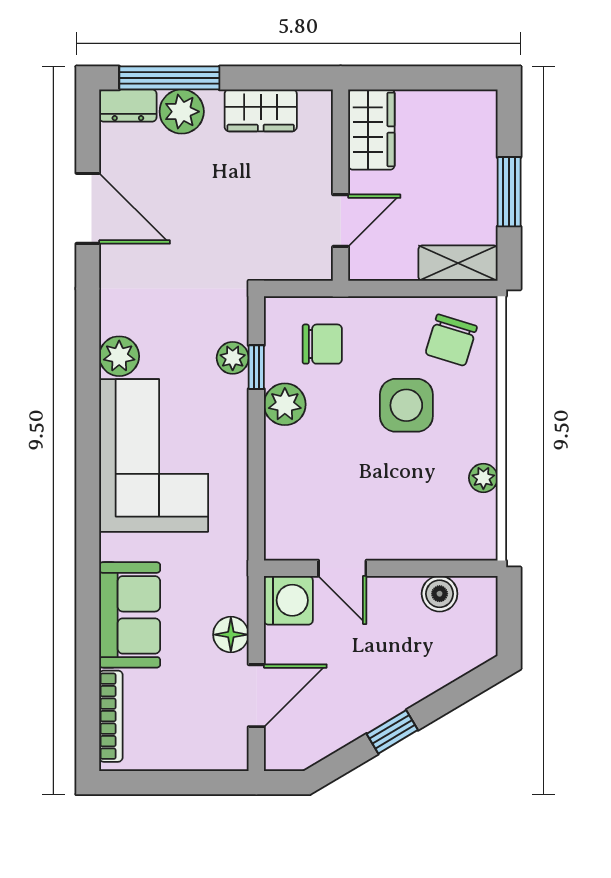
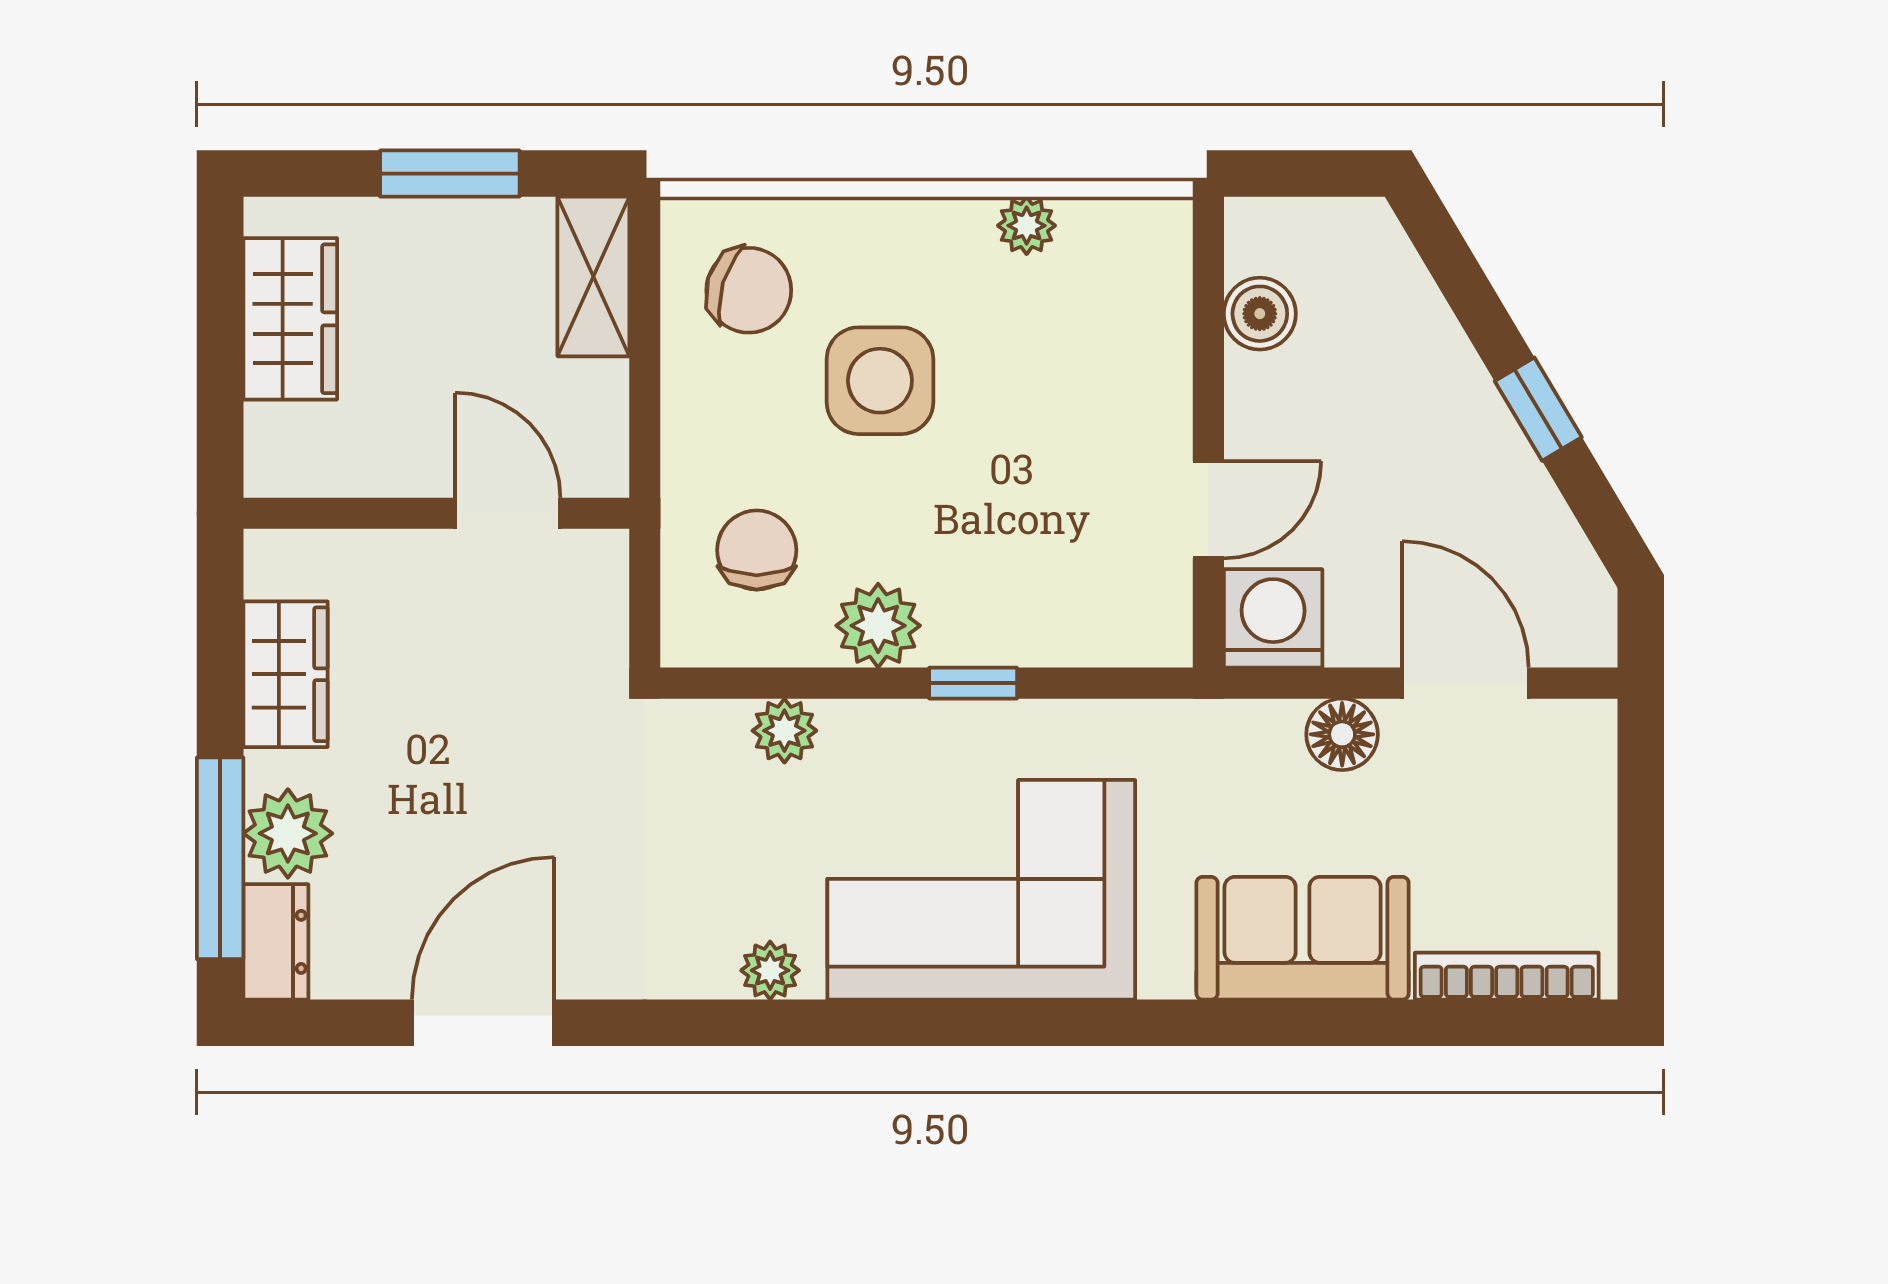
wardrobe: (371, 129) -> (290, 319), moved, turned 90
plant: (119, 356) -> (770, 970), width x0.73, depth x0.73
window: (256, 367) -> (973, 683), moved

